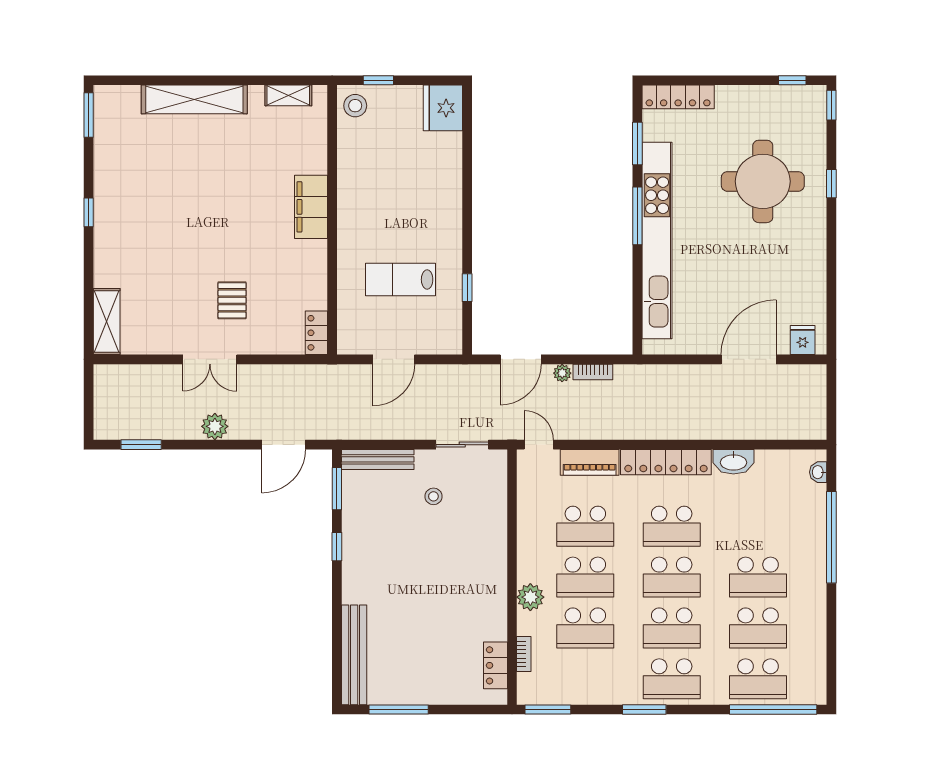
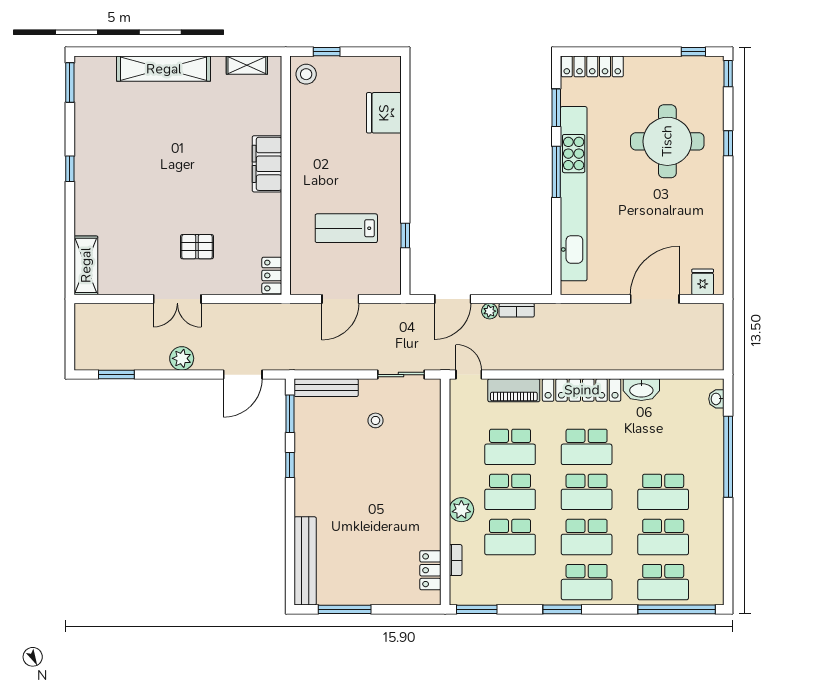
fridge: (443, 108) -> (384, 113), moved
pallet: (232, 300) -> (197, 247), turned 90

